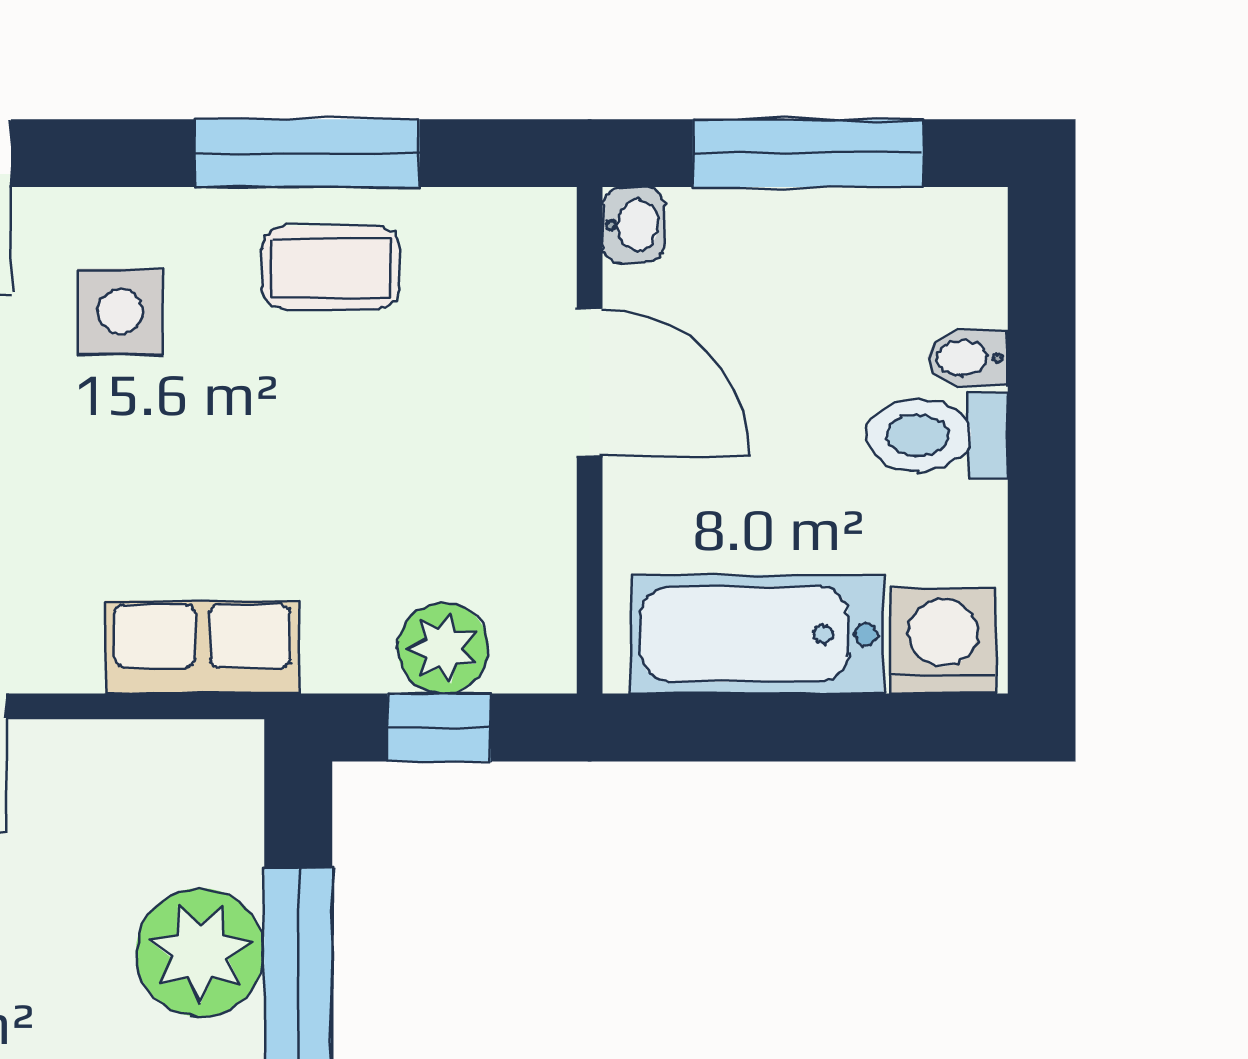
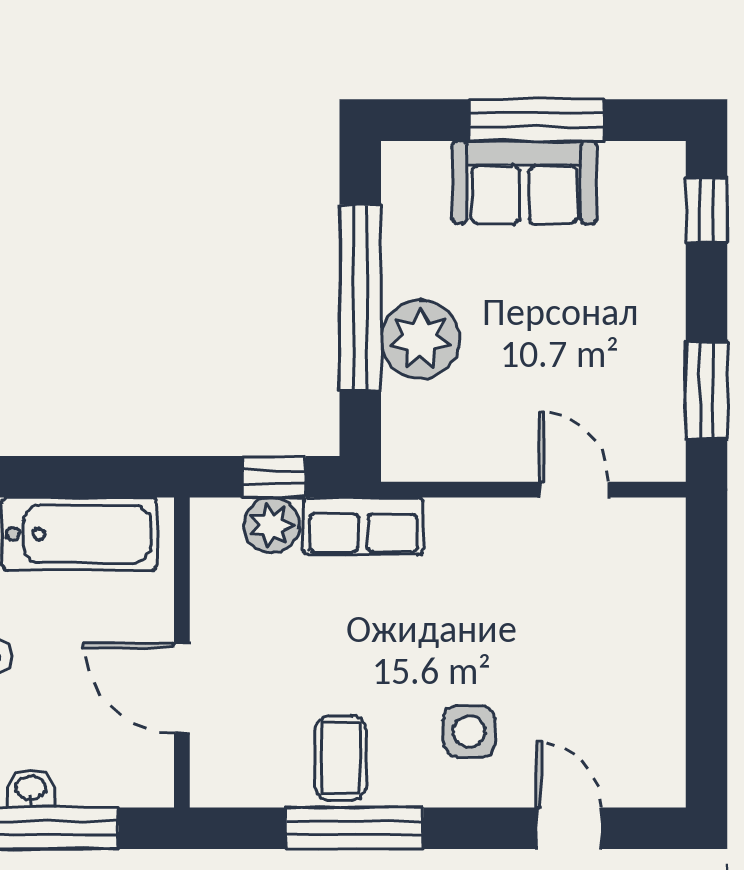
washbasin: (633, 225) -> (31, 789), moved, turned 90
coffee table: (331, 268) -> (340, 758), turned 90
row of seats: (203, 647) -> (363, 526), moved

